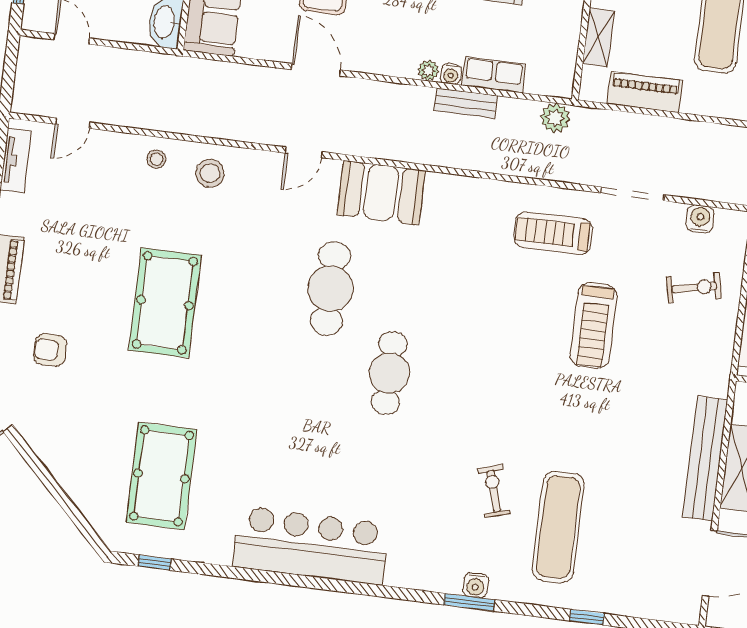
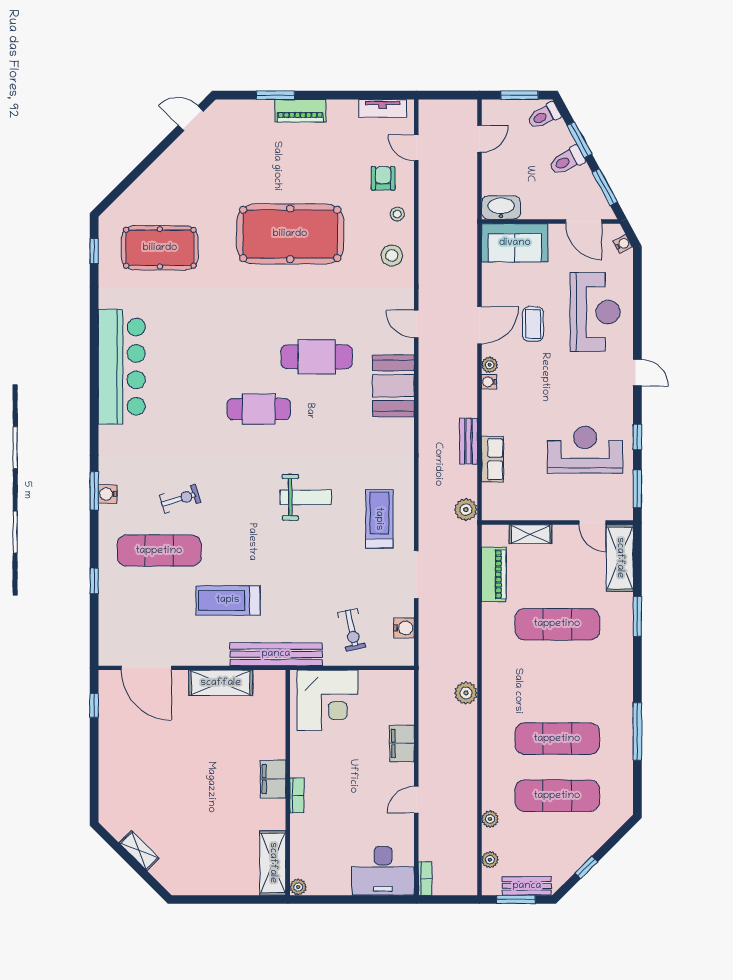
plant: (429, 71) -> (490, 365), moved
water cooler: (451, 74) -> (489, 382), moved
pool table: (165, 303) -> (290, 234), width x1.36, depth x1.32
weight bench: (513, 326) -> (306, 497), added
treadmill: (594, 326) -> (228, 600), moved
armchair: (50, 350) -> (383, 178), moved
bench: (705, 459) -> (276, 654), moved

